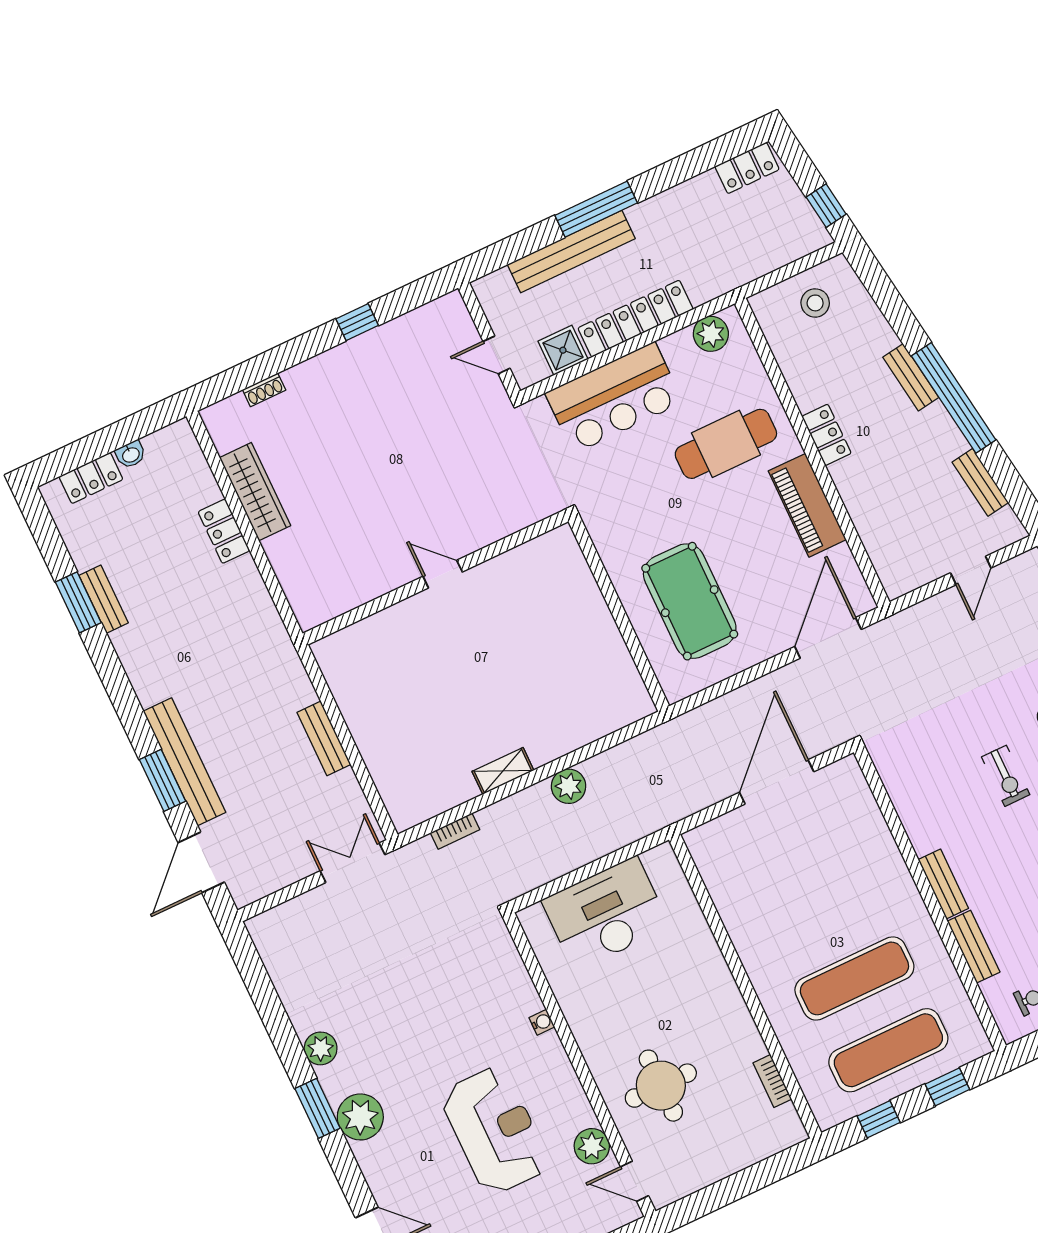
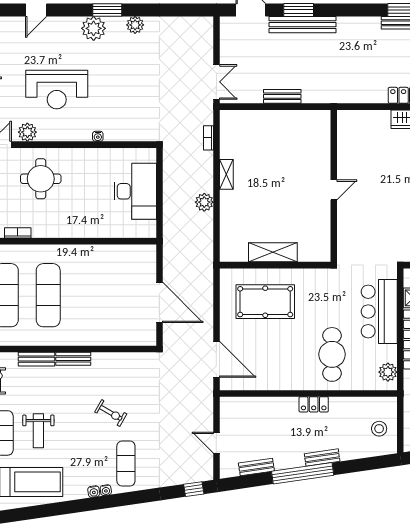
piano: (807, 505) -> (284, 379), removed
shelving: (599, 628) -> (273, 252), added
exercise bike: (1006, 776) -> (111, 413), turned -150

